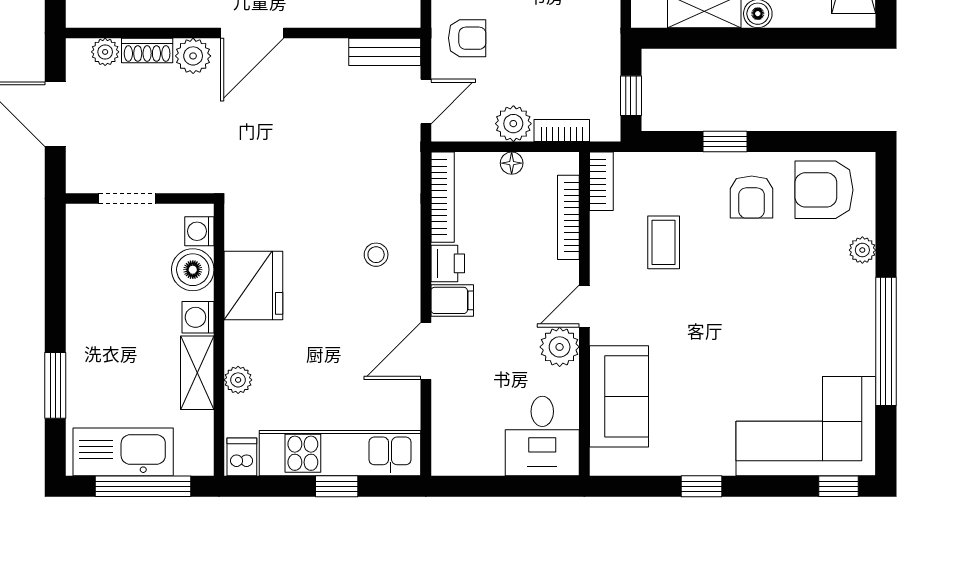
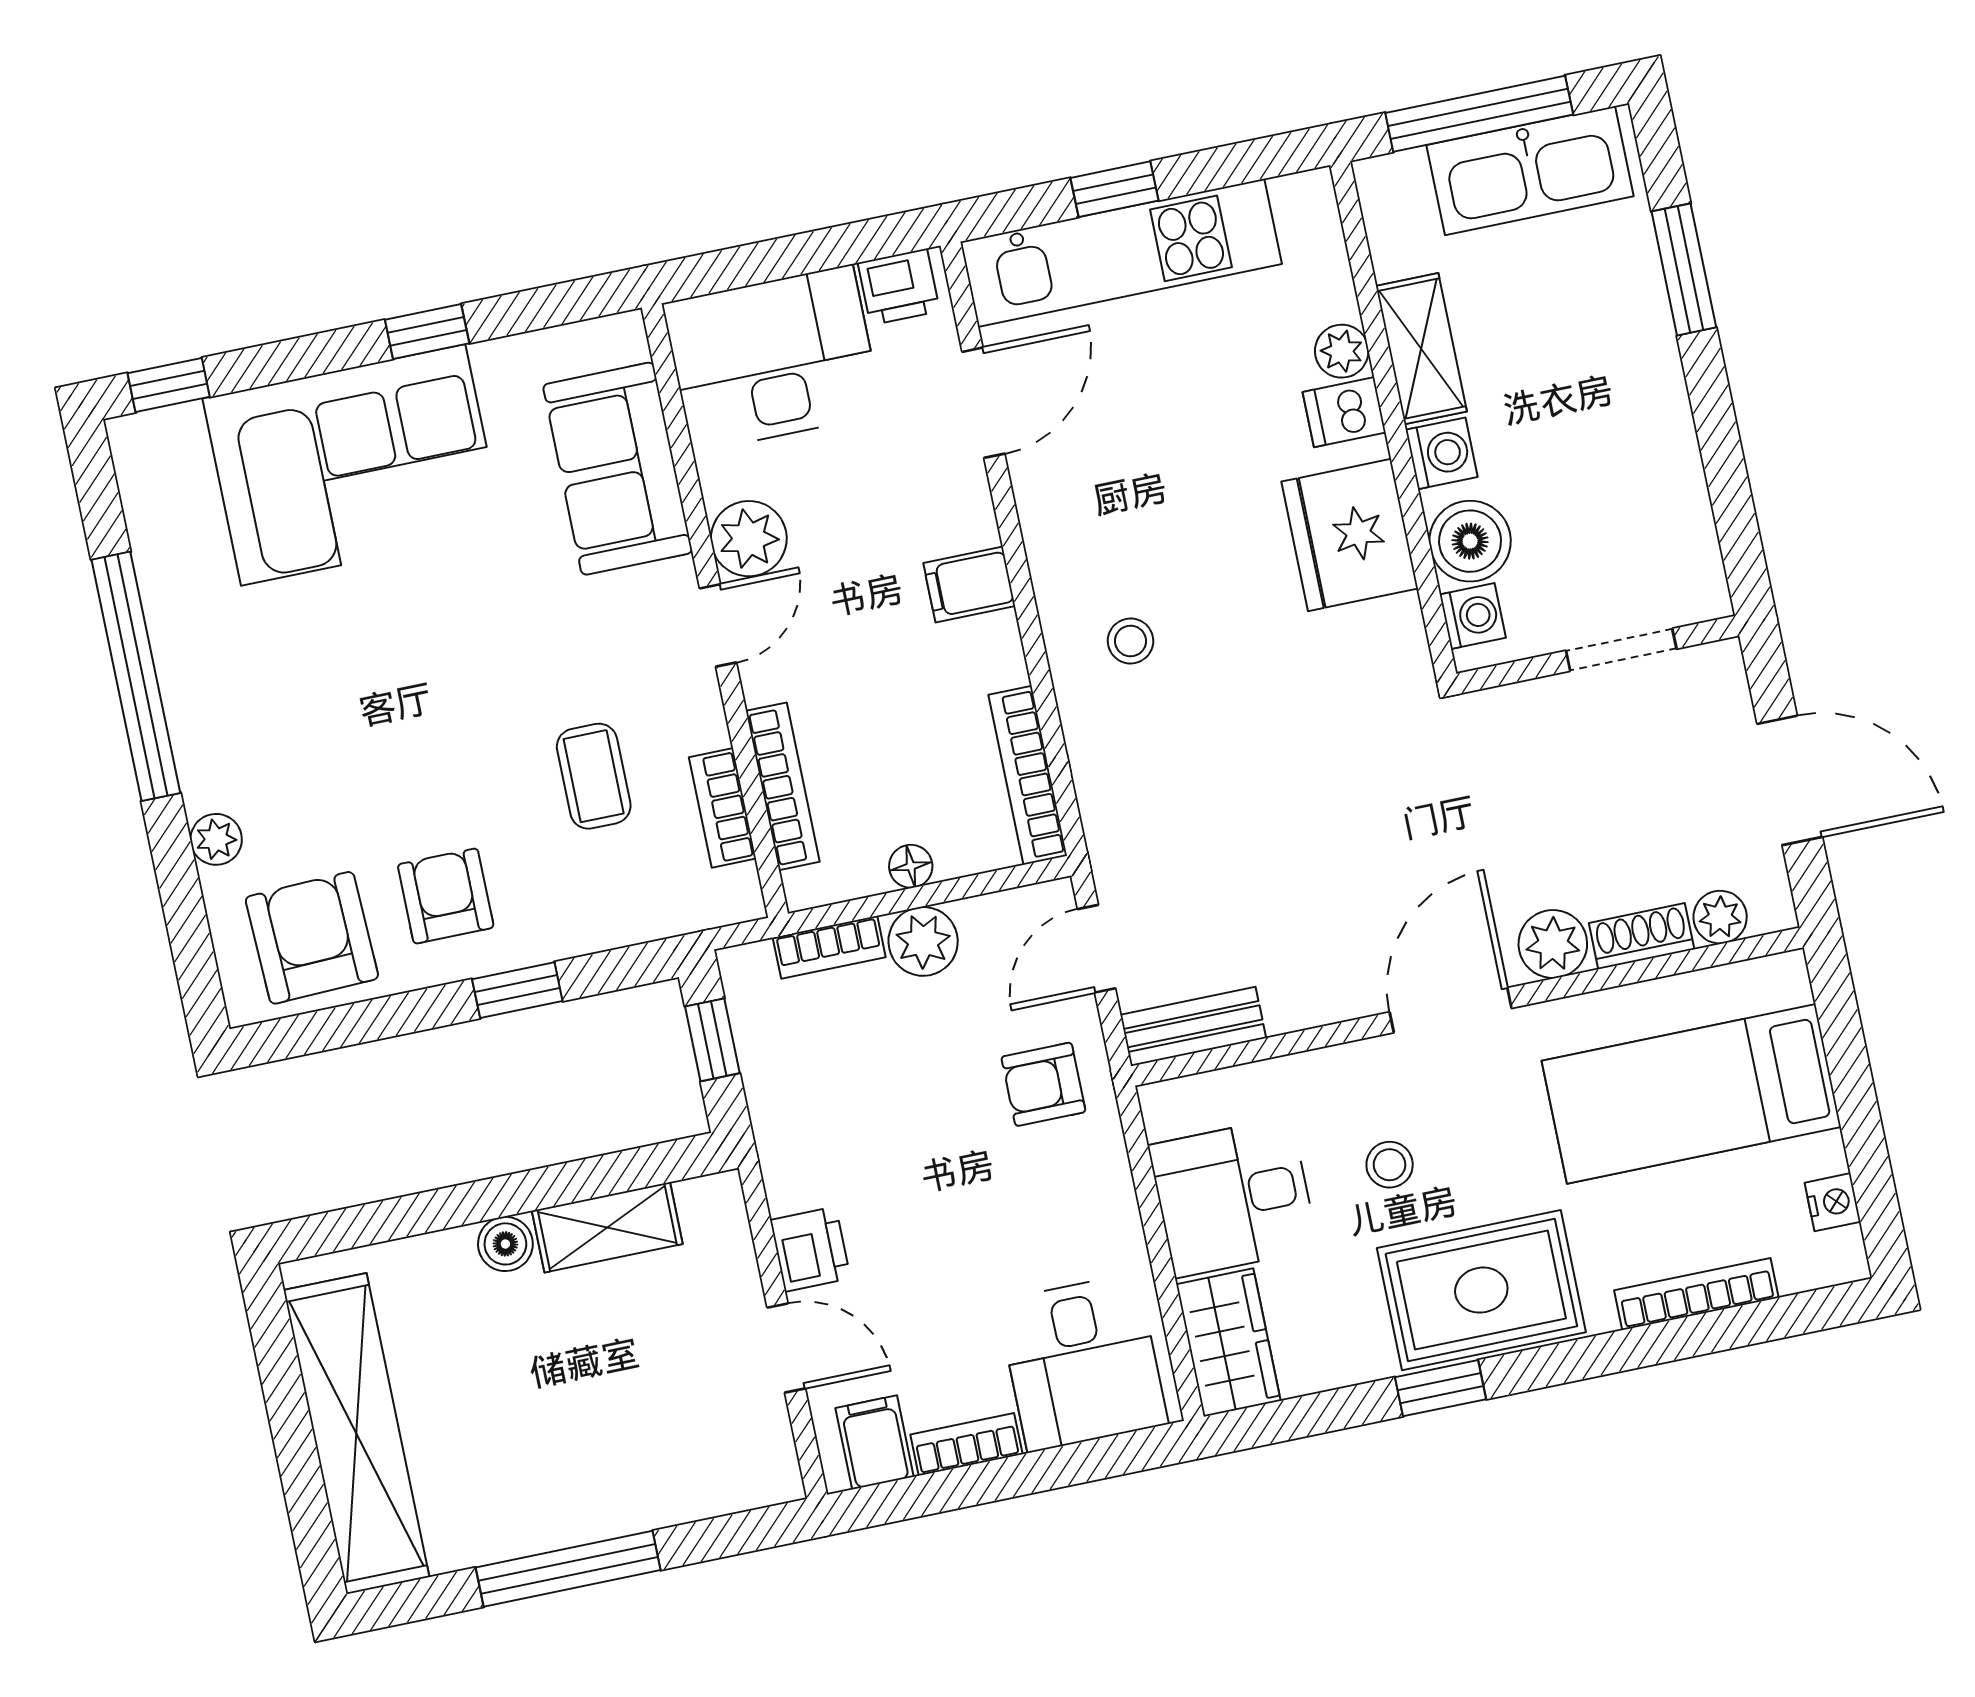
bookcase: (601, 181) -> (723, 808), moved
armchair: (824, 190) -> (312, 938), turned -92
printer: (448, 263) -> (899, 287), moved, turned -90
door: (426, 351) -> (983, 403), moved
corner sofa: (806, 426) -> (353, 465), moved
desk: (542, 436) -> (773, 359), width x1.37
dishwasher: (242, 457) -> (1344, 412), moved, turned 90

